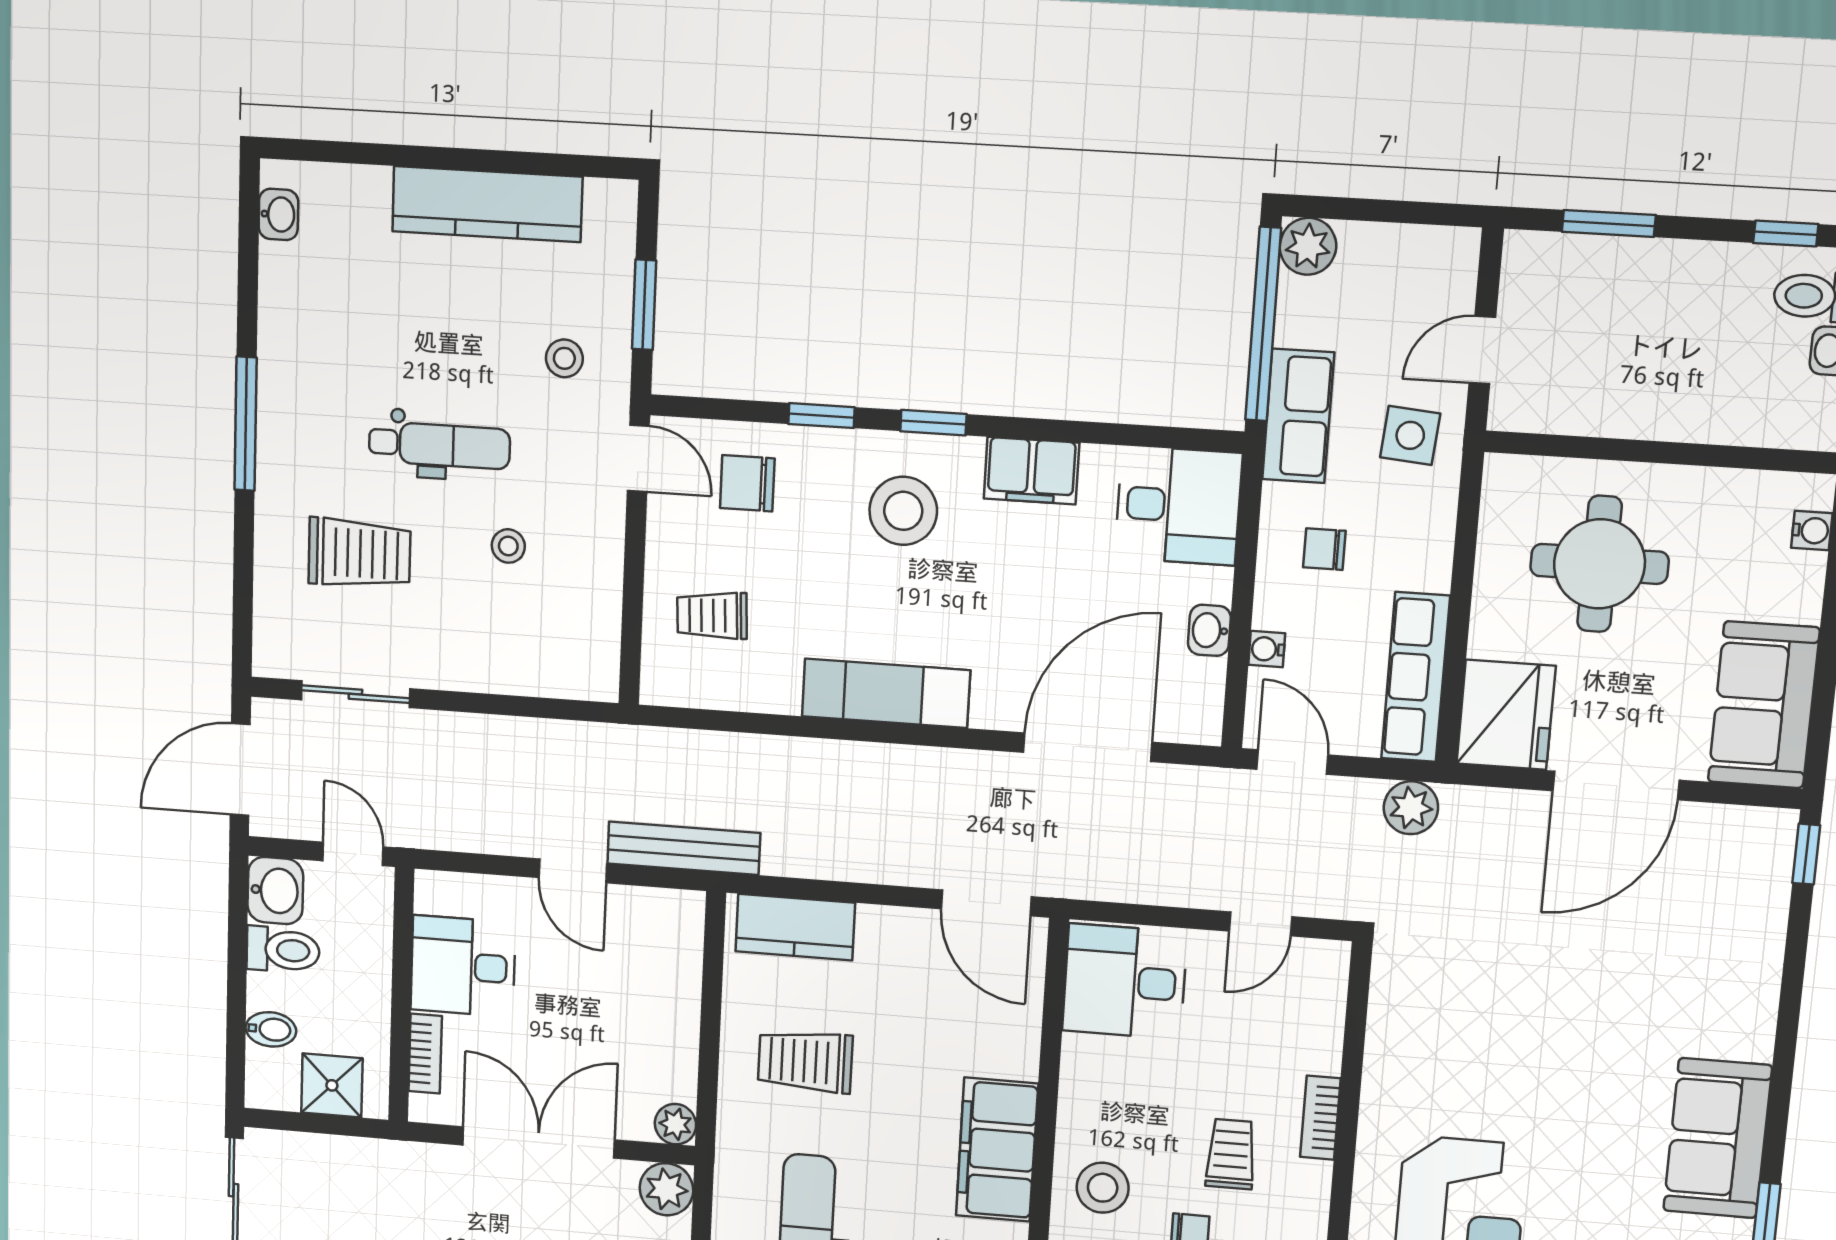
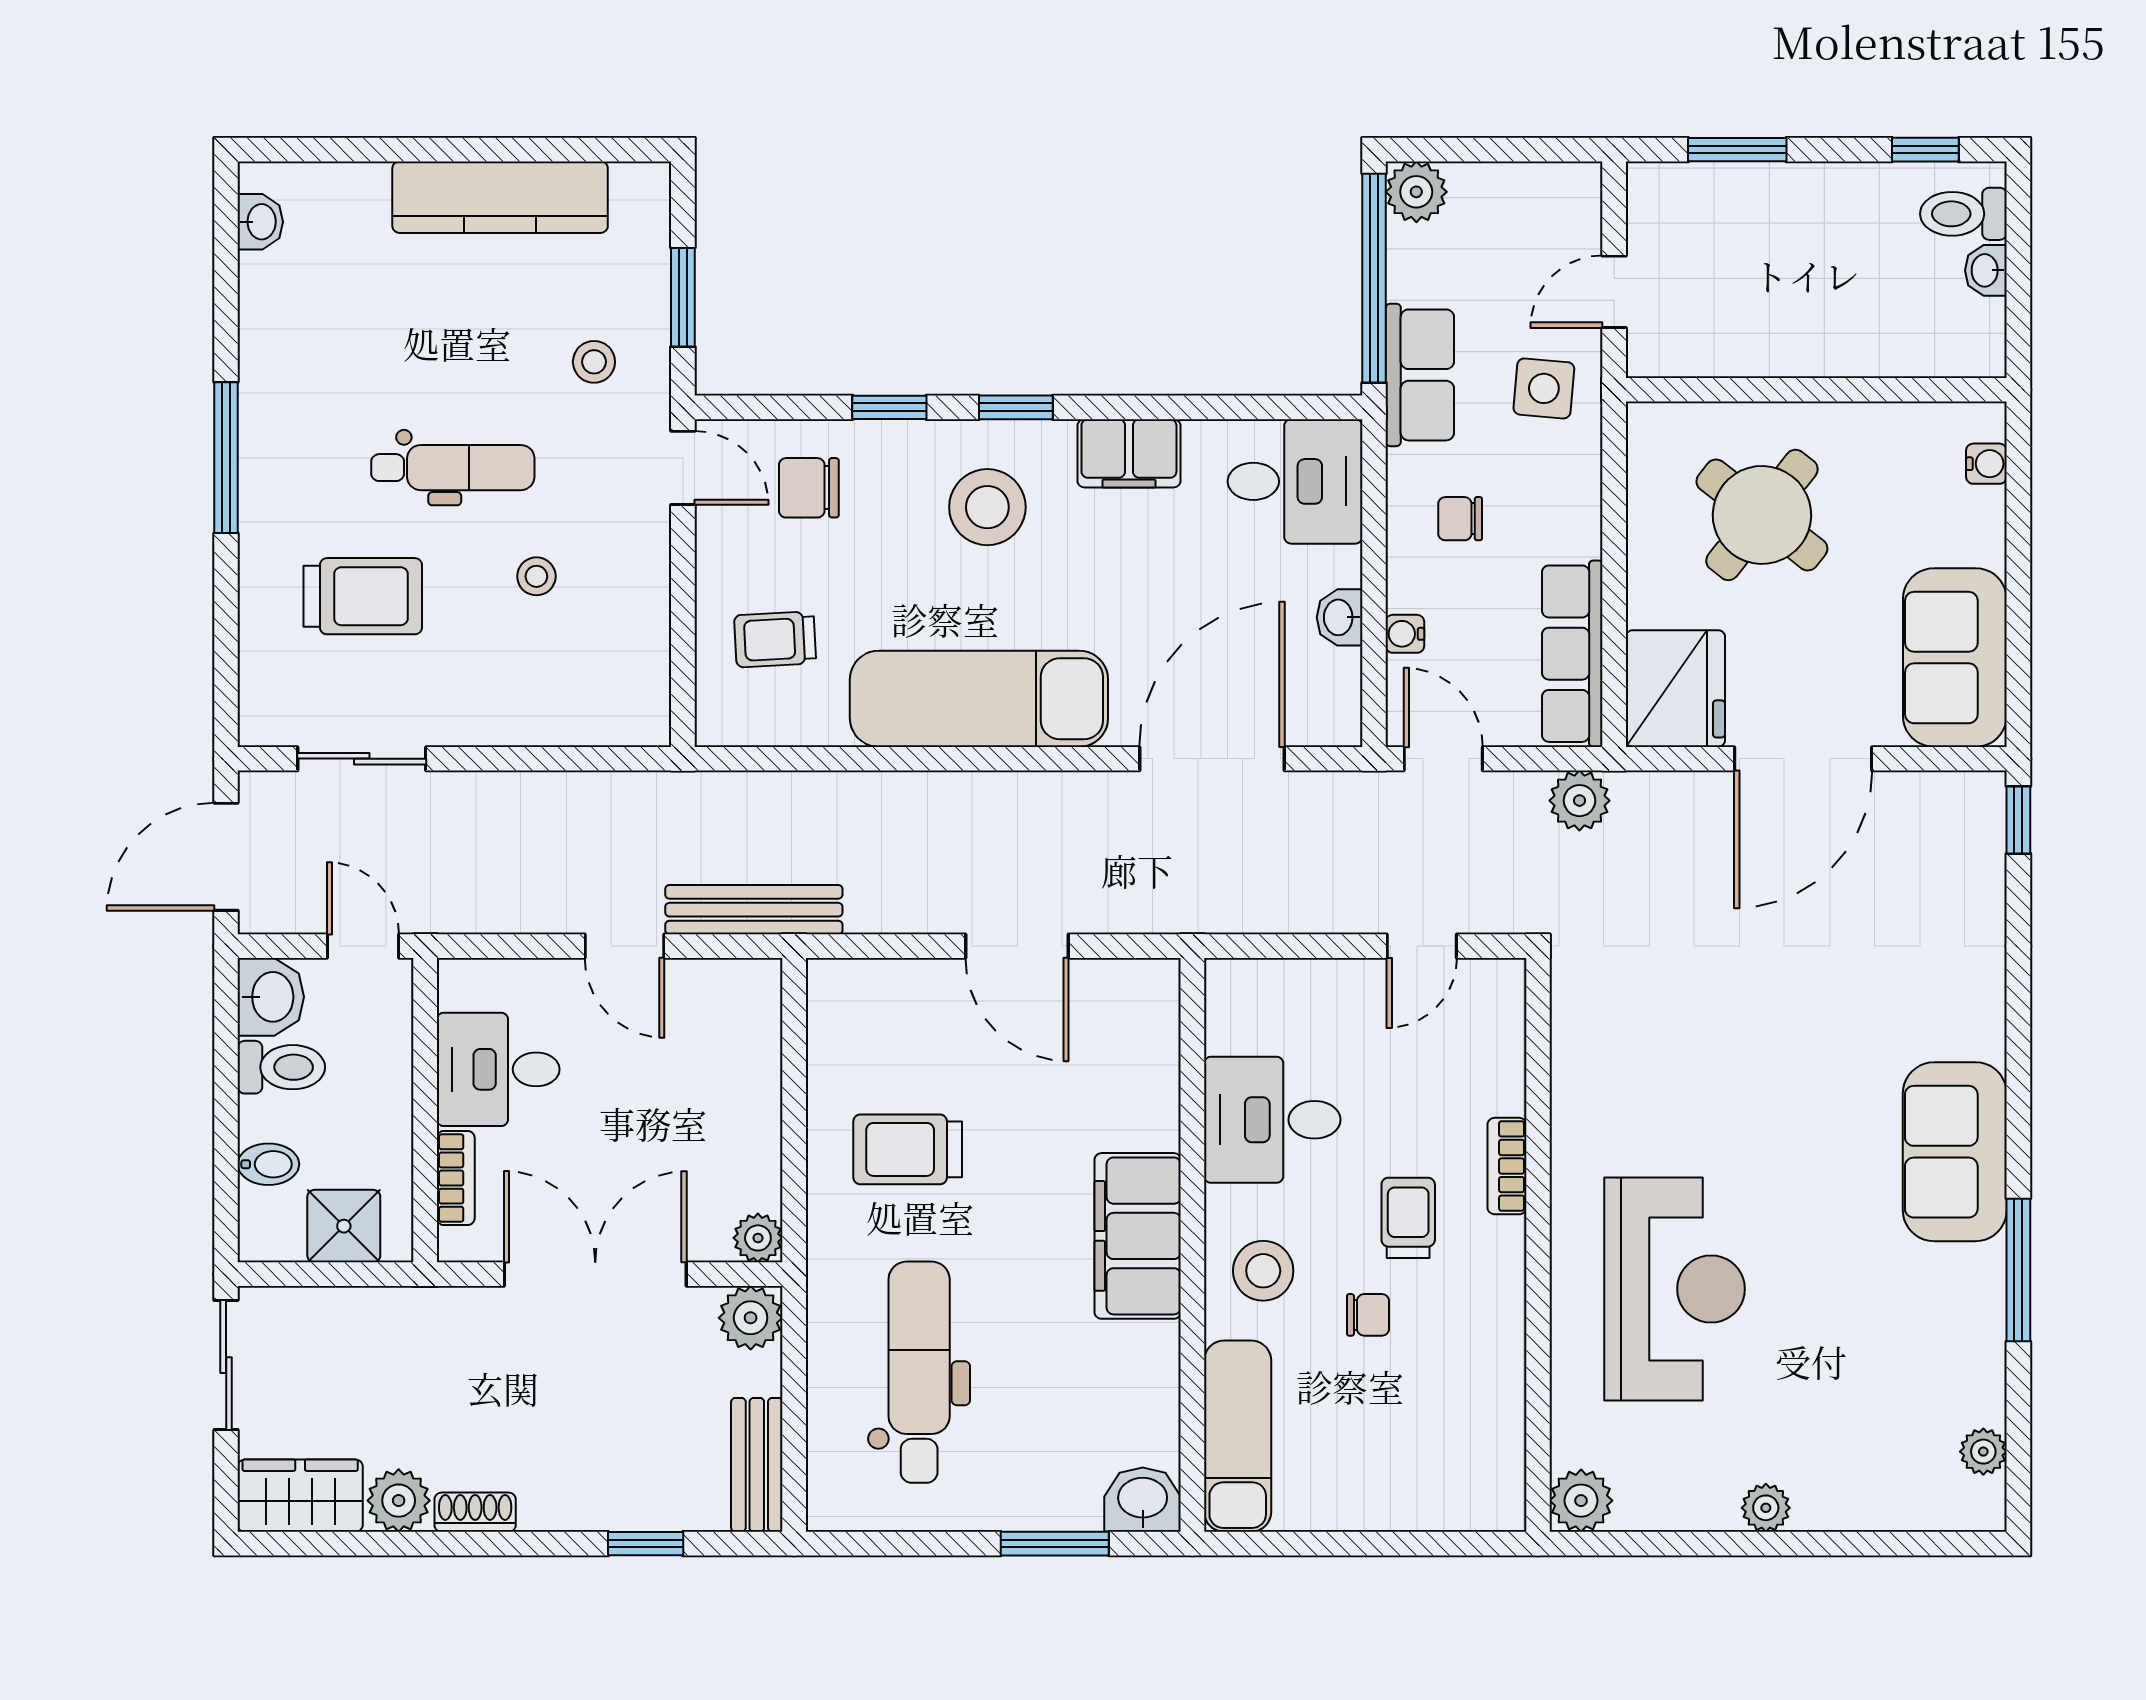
round table: (1600, 564) -> (1762, 515), turned 38
exam couch: (886, 693) -> (979, 699), width x1.36, depth x1.45
door: (986, 903) -> (1017, 946), moved
kitchen counter: (795, 927) -> (888, 992), removed
desk: (1125, 981) -> (1272, 1120), moved

